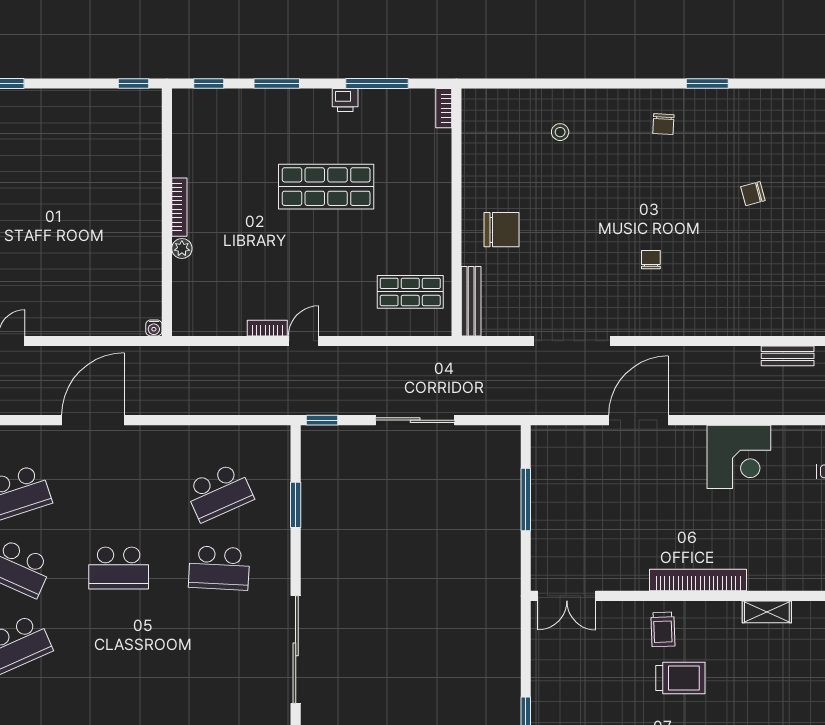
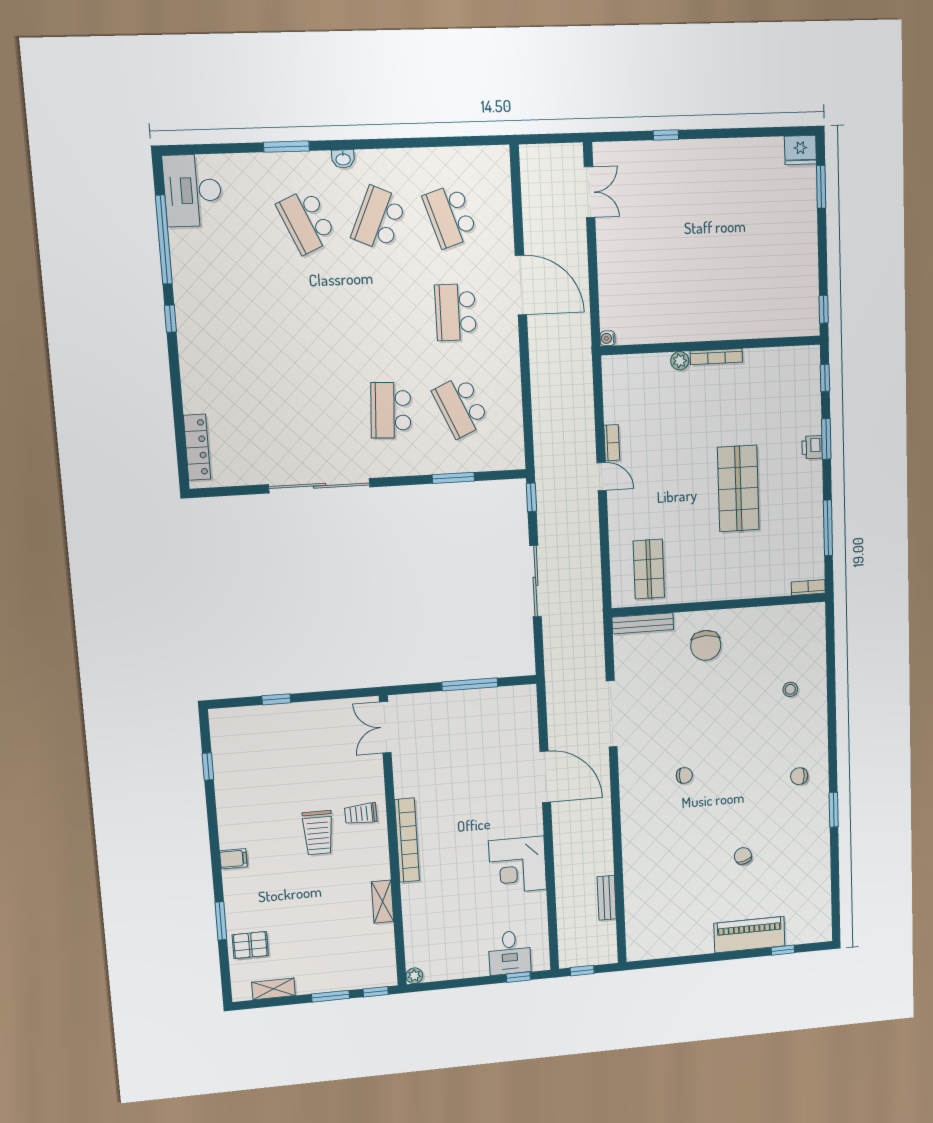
printer: (345, 100) -> (812, 447), moved
school desk: (119, 568) -> (455, 312), moved

